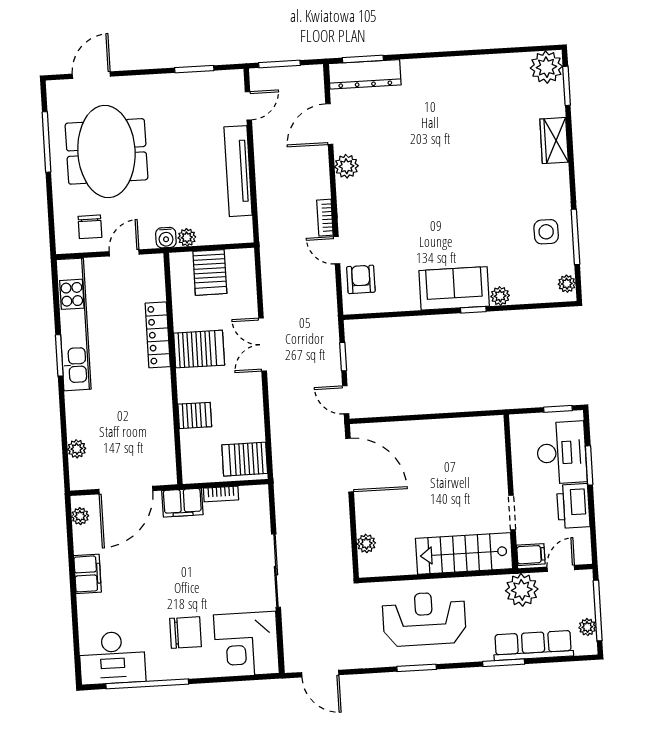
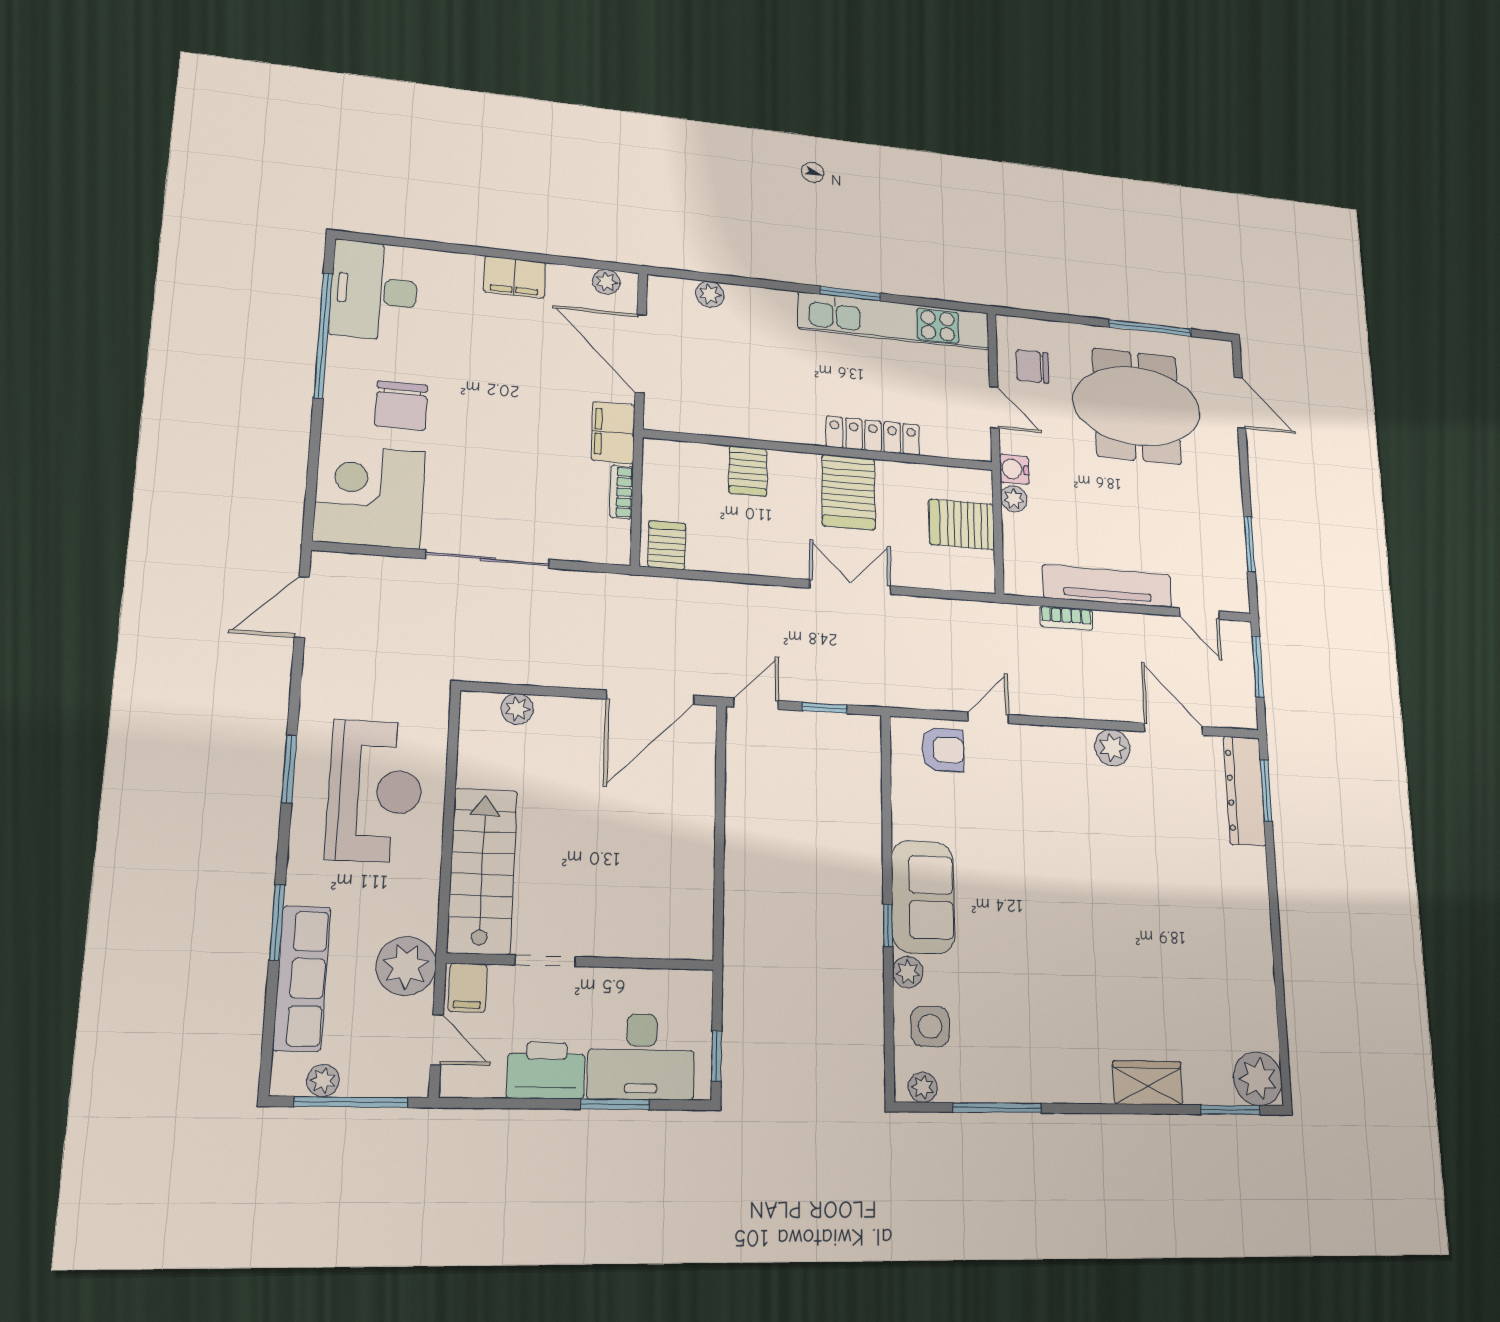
bookcase: (325, 218) -> (1066, 618), moved, turned 180
side table: (546, 232) -> (930, 1026), moved
server rack: (245, 459) -> (667, 545), width x0.73, depth x0.70

